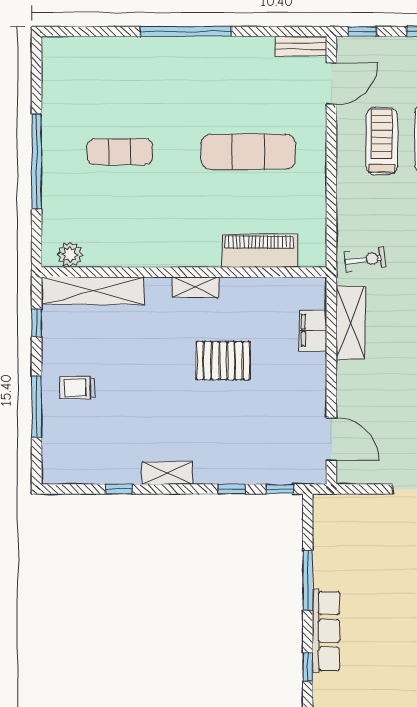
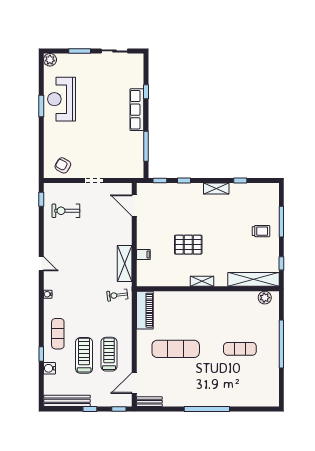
treadmill: (382, 141) -> (109, 354), turned 180
piano: (260, 251) -> (145, 310), moved, turned -90
filing cabinet: (313, 330) -> (143, 255), width x0.50
window: (308, 580) -> (146, 146), moved

